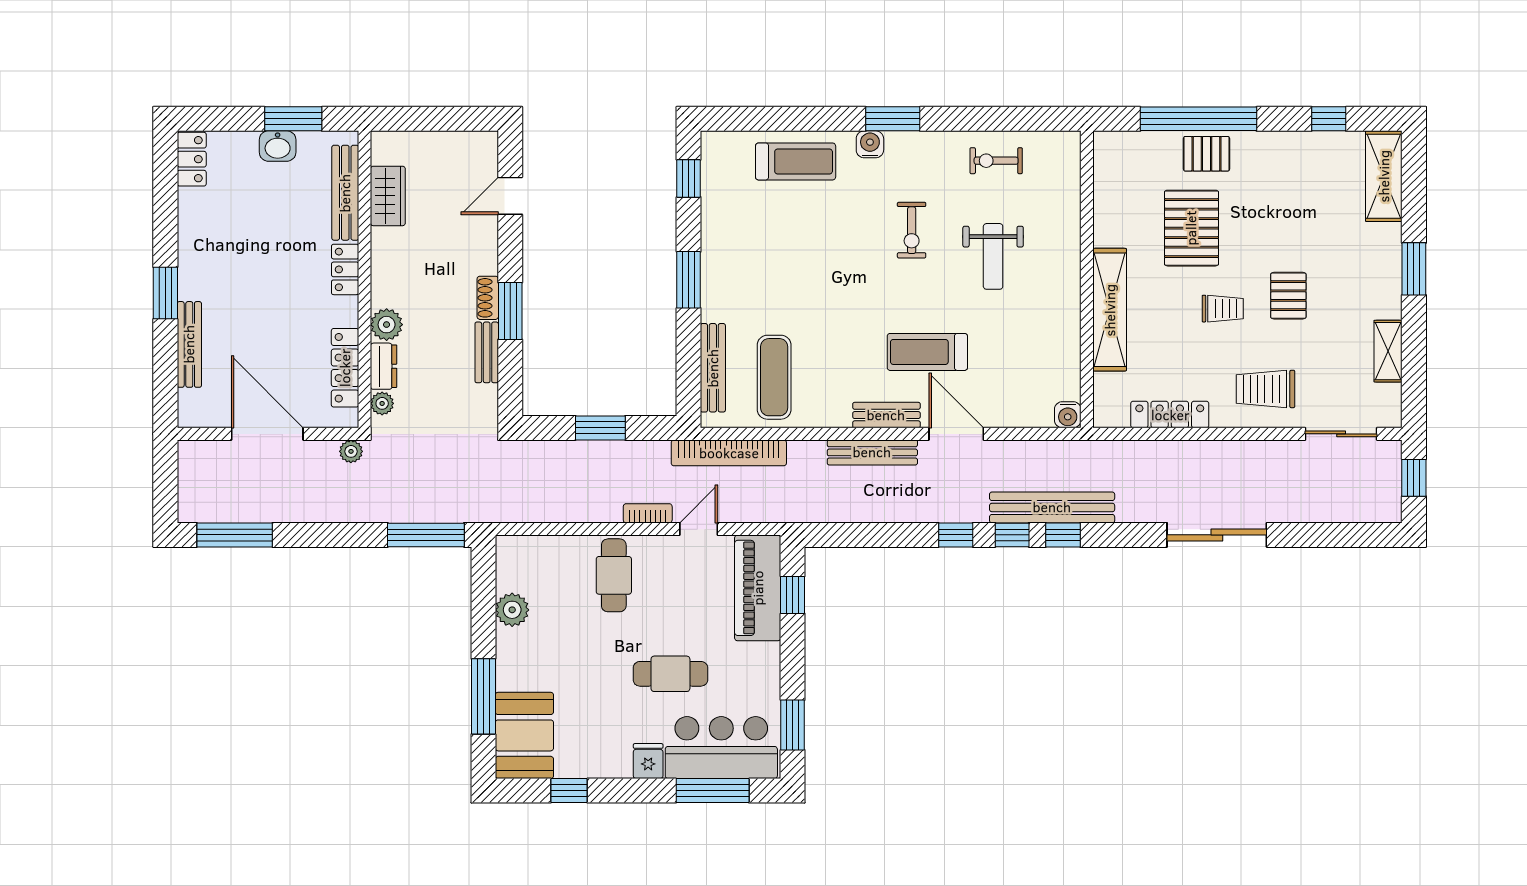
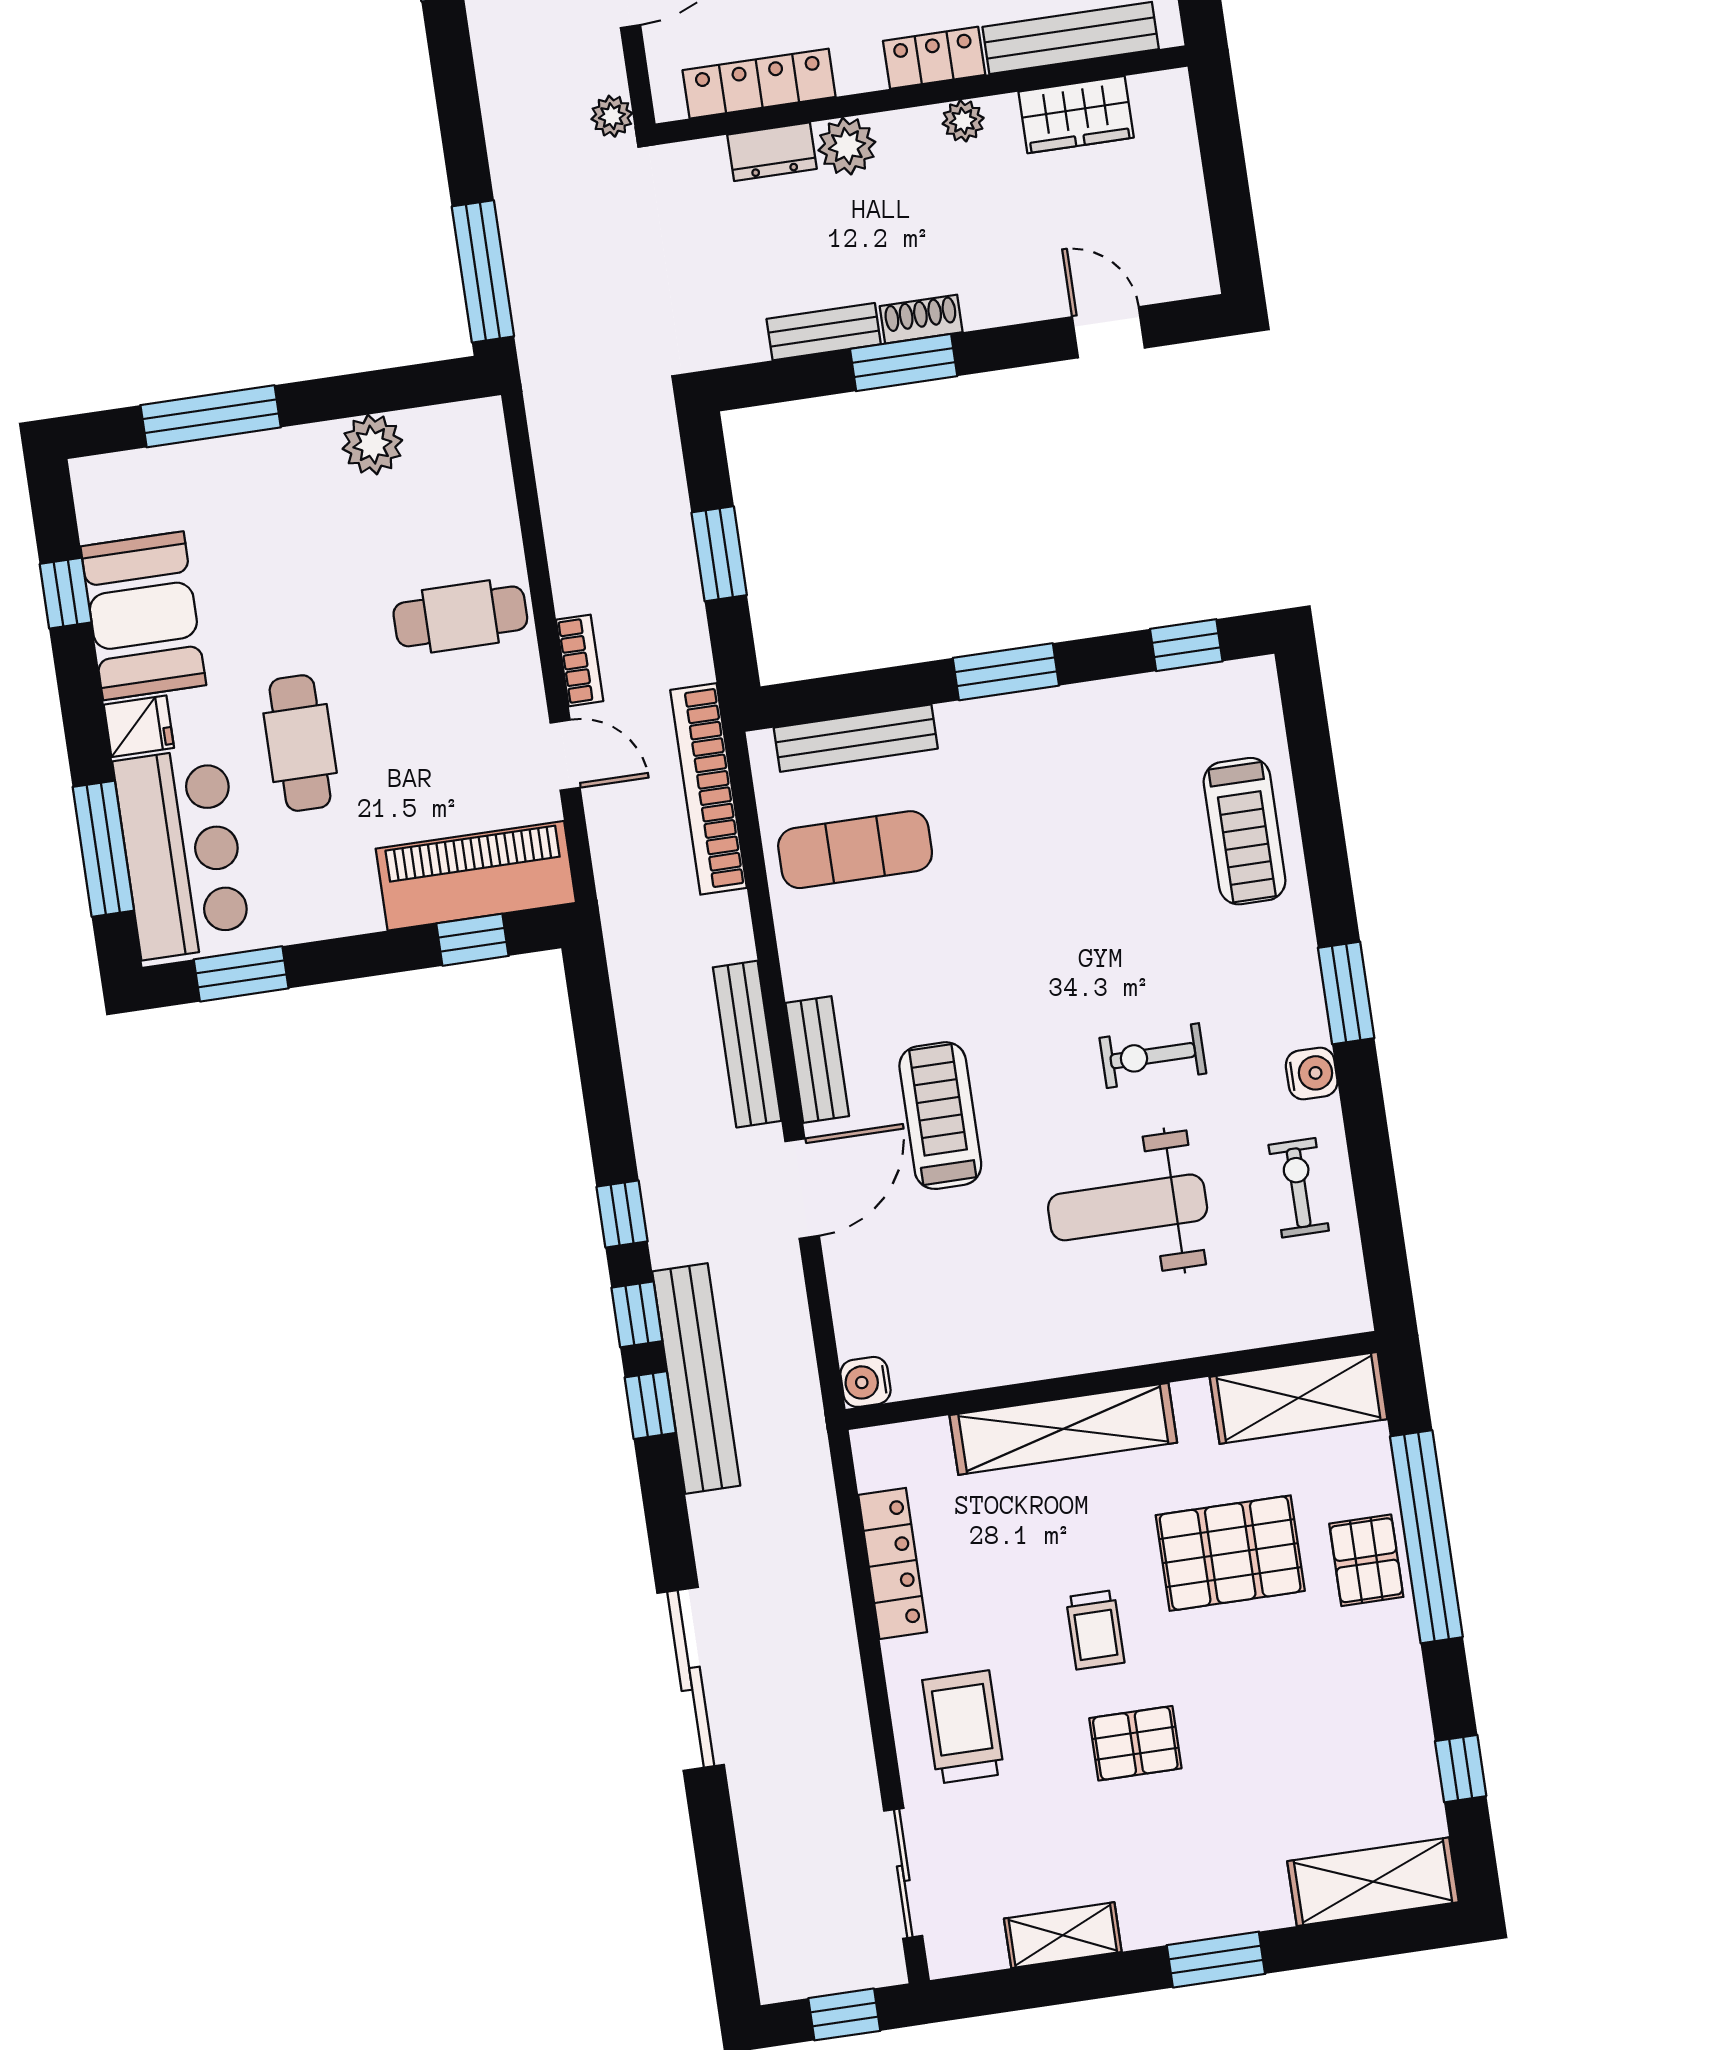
water cooler: (870, 144) -> (1312, 1073), moved
shelving: (1112, 178) -> (1299, 1398), added
weight bench: (993, 256) -> (1128, 1207), width x1.36, depth x1.33
plant: (382, 403) -> (963, 121), moved
booth: (524, 735) -> (143, 616), moved, turned 90

